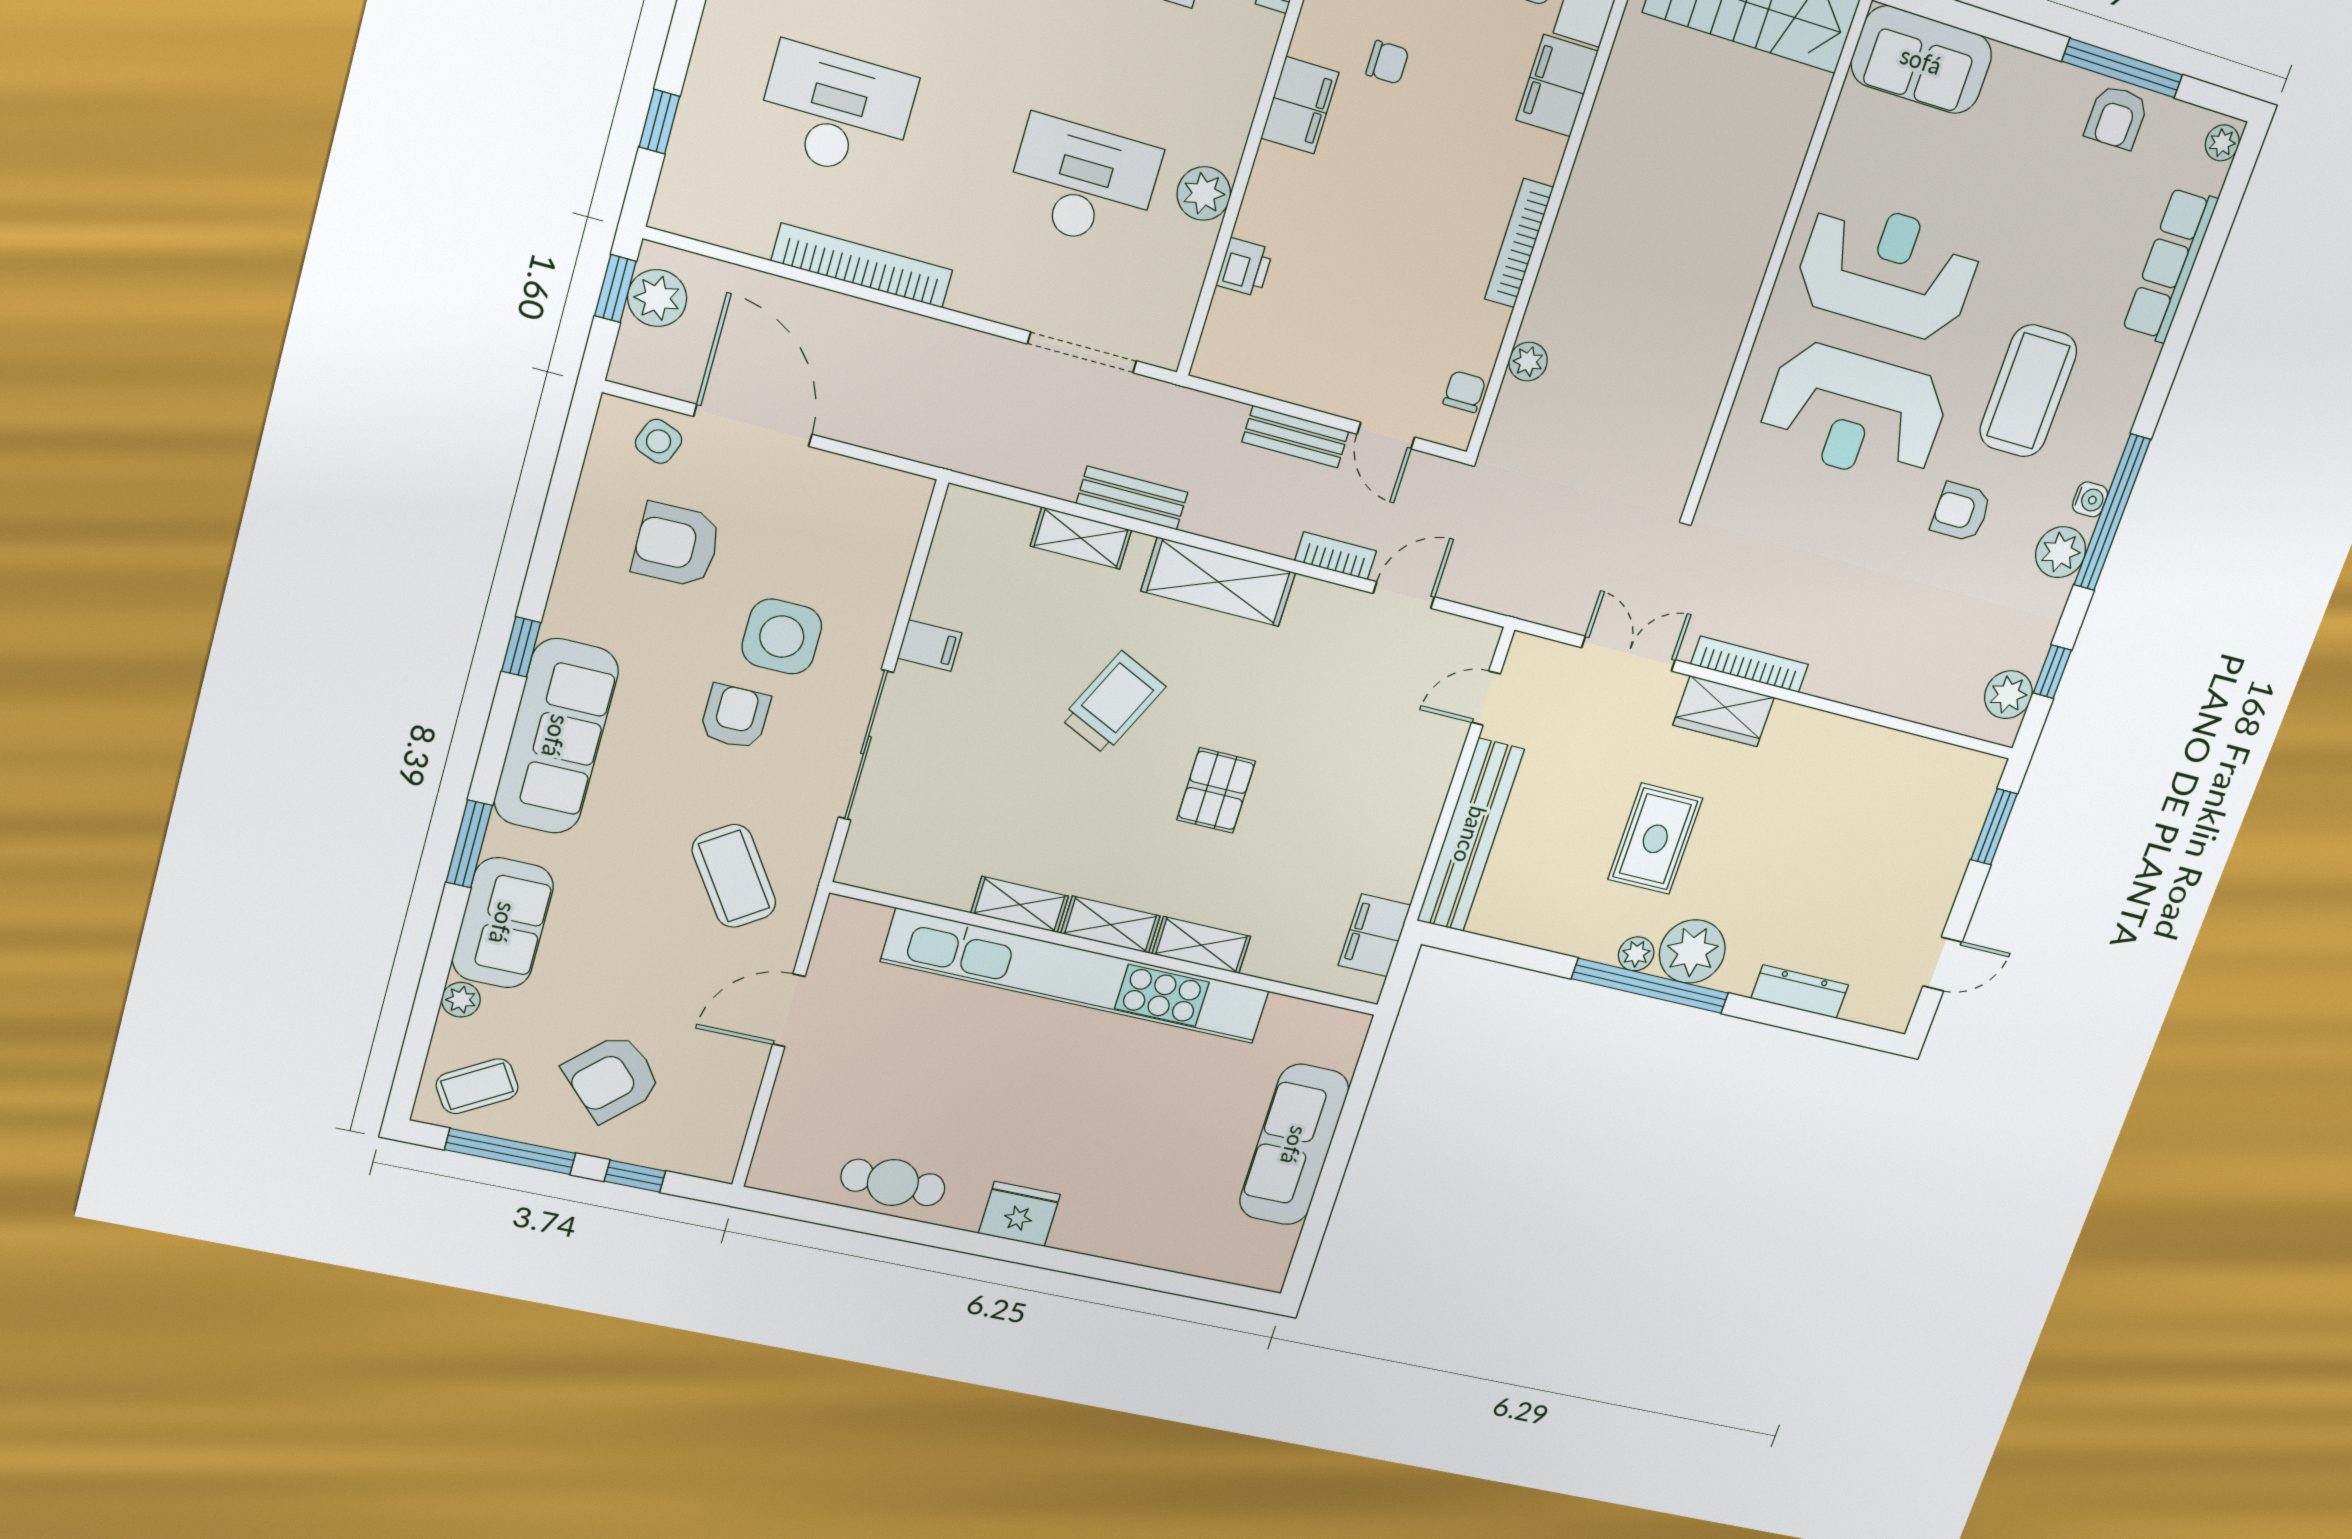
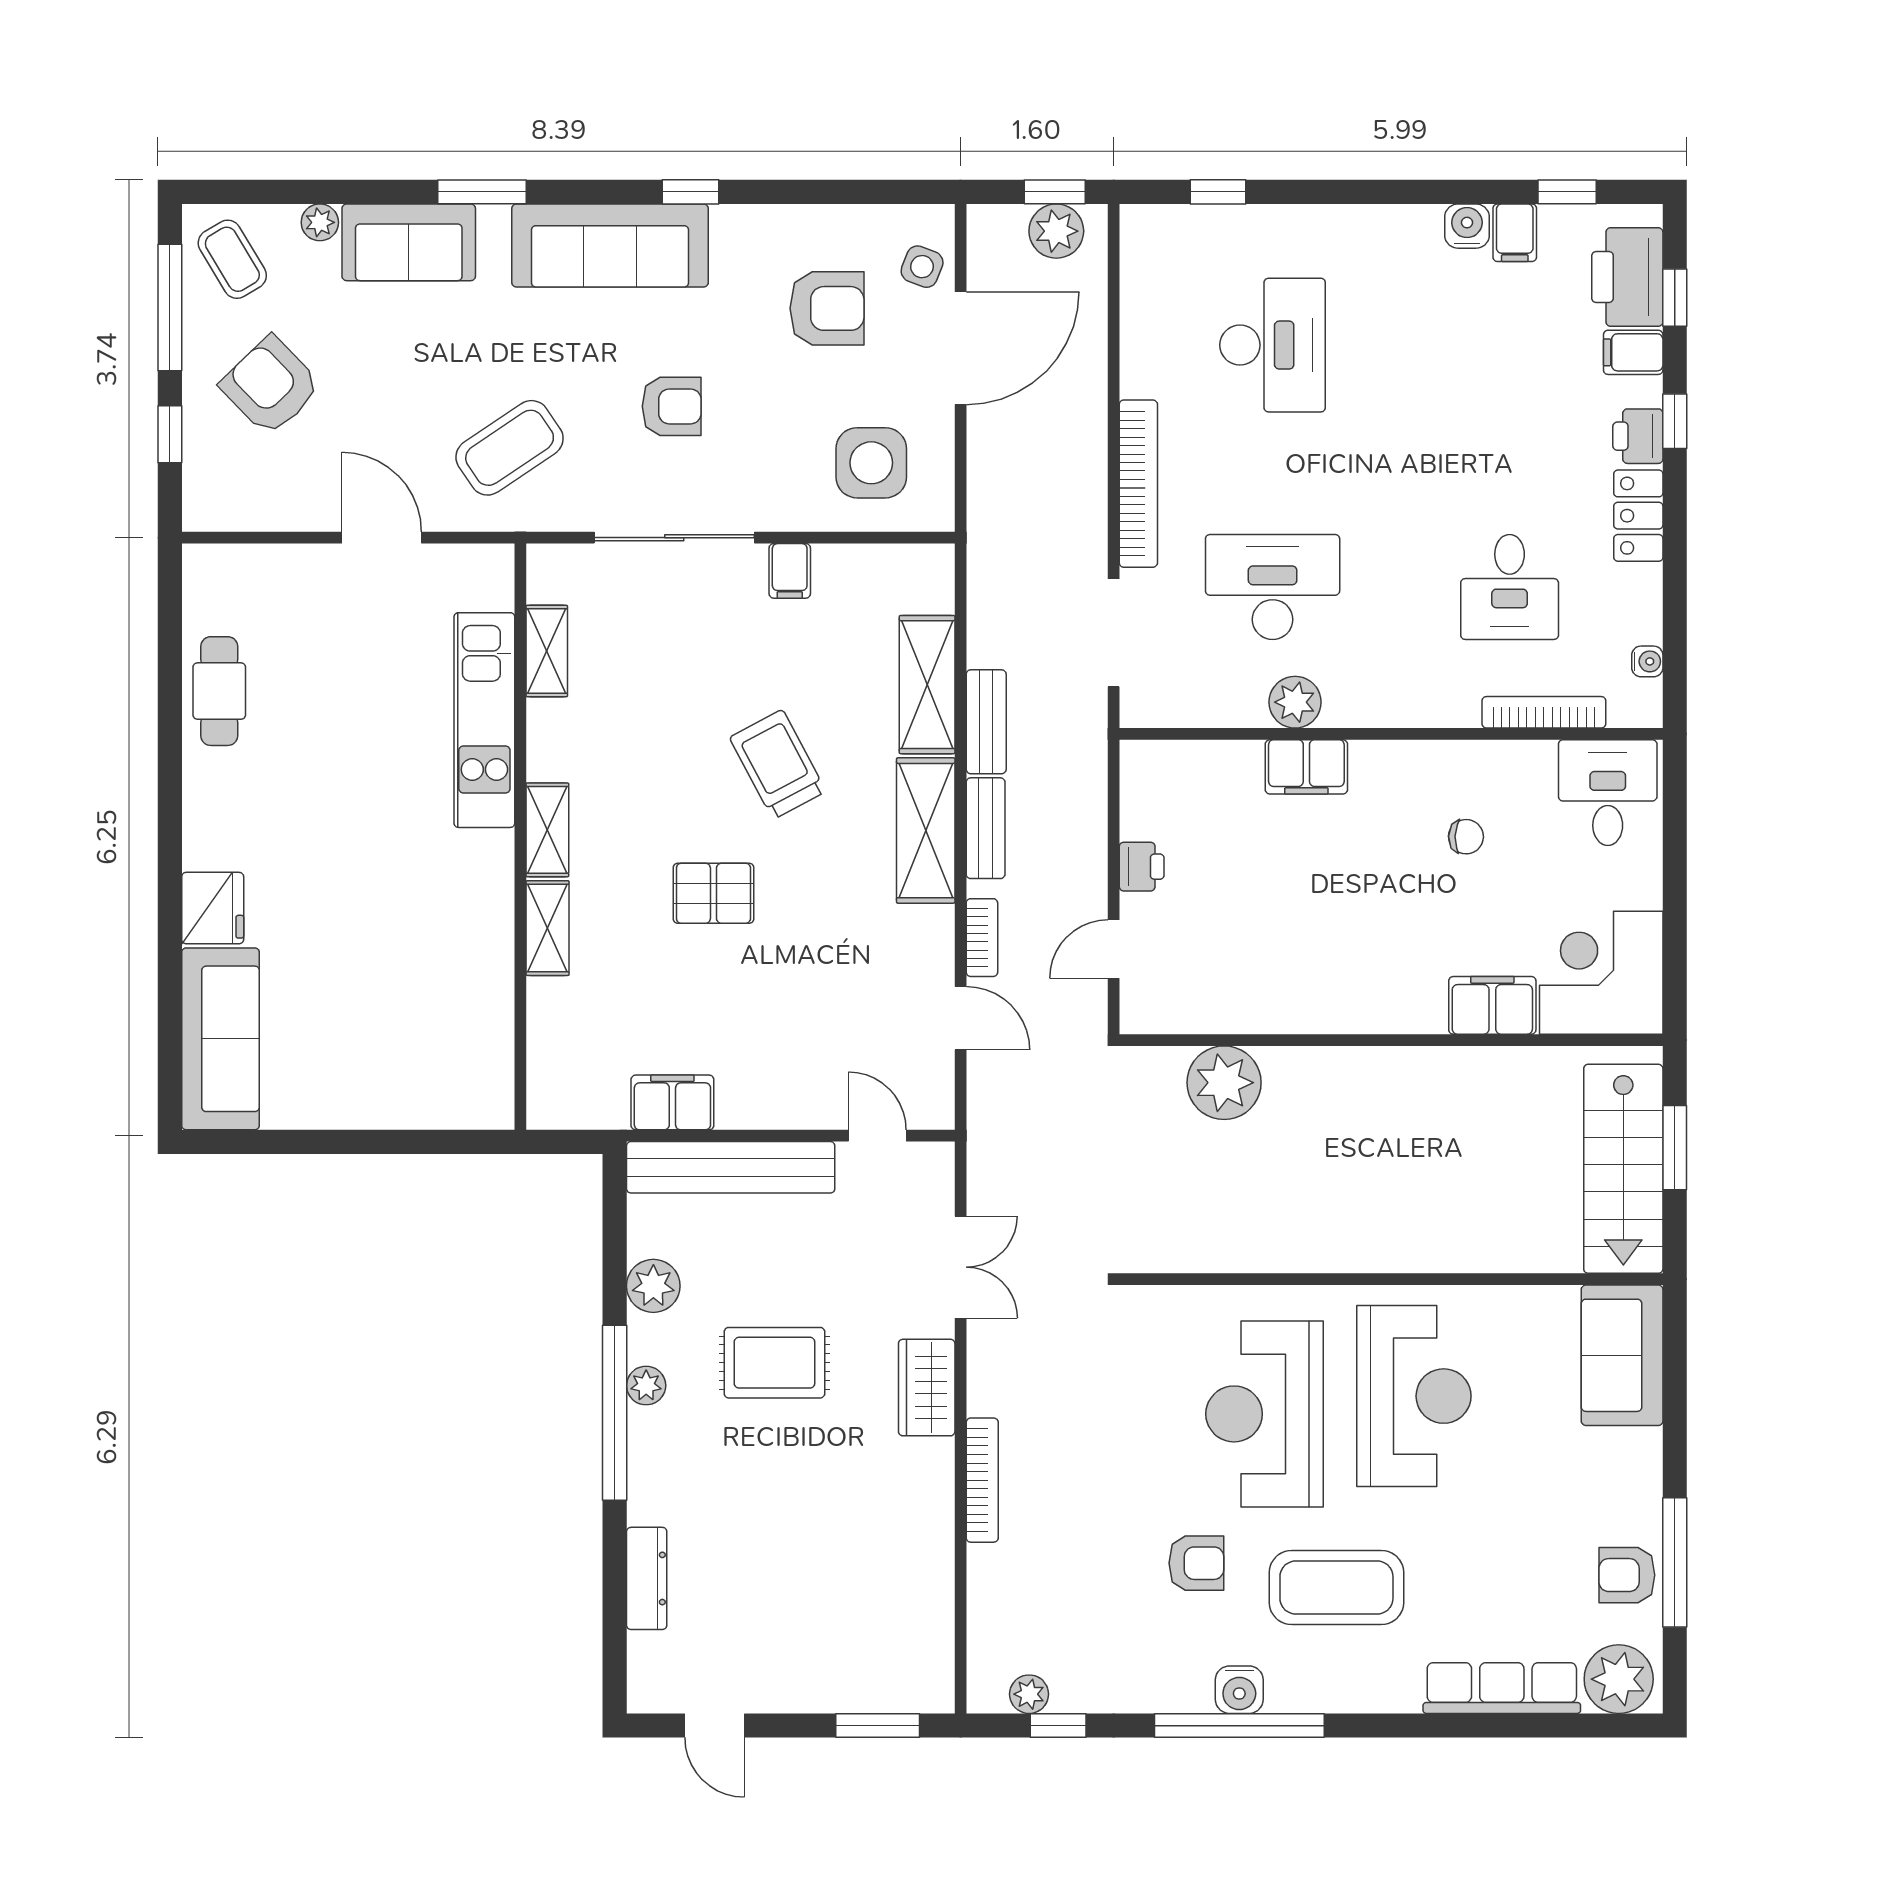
chair: (1387, 62) -> (1466, 837), turned -88
filing cabinet: (1300, 105) -> (1306, 767), moved
plant: (2222, 143) -> (1619, 1679), width x1.87, depth x1.87
desk: (1083, 183) -> (1273, 587), turned -90
bookcase: (1519, 243) -> (1335, 1018), removed
bookcase: (862, 266) -> (1138, 484), moved
printer: (1245, 267) -> (1142, 867), moved, turned -90
plant: (1528, 362) -> (1224, 1083), width x1.88, depth x1.88
chair: (1464, 392) -> (1177, 1012), removed
bench: (1295, 437) -> (986, 828), moved
water cooler: (2090, 499) -> (1239, 1690), width x1.38, depth x1.38
armchair: (1961, 512) -> (1196, 1563), turned 90
shelving: (1081, 538) -> (927, 685), width x1.50, depth x1.33
armchair: (677, 545) -> (827, 308), turned 91
plant: (2061, 552) -> (1184, 1686), removed
side table: (782, 637) -> (871, 463), moved
bookcase: (1750, 664) -> (982, 1480), moved
plant: (2008, 695) -> (1029, 1694), width x0.73, depth x0.73
trolley: (1113, 703) -> (778, 764), turned -143
shelving: (1020, 905) -> (547, 651), moved
filing cabinet: (1374, 935) -> (672, 1102), moved
plant: (1692, 951) -> (653, 1286), moved, width x0.73, depth x0.73
kitchen unit: (1077, 976) -> (484, 720), width x0.54
sofa: (1294, 1145) -> (220, 1039), moved, turned 90
fridge: (1019, 1214) -> (213, 908), moved

